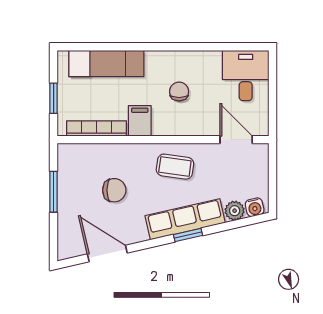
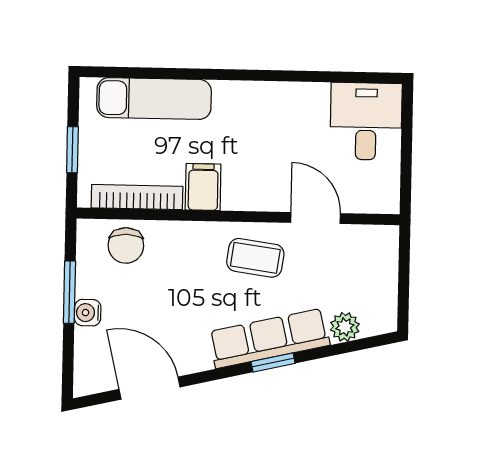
chair: (179, 92) -> (264, 143), removed
door: (236, 140) -> (315, 218), moved
chair: (114, 190) -> (126, 245), moved, turned 90
water cooler: (255, 207) -> (88, 313), moved, turned 103

